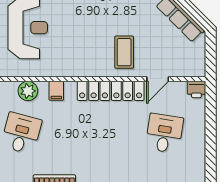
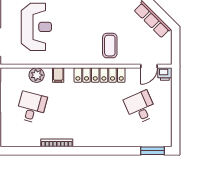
door: (158, 79) -> (149, 66), moved
desk: (164, 133) -> (140, 107), turned -33

